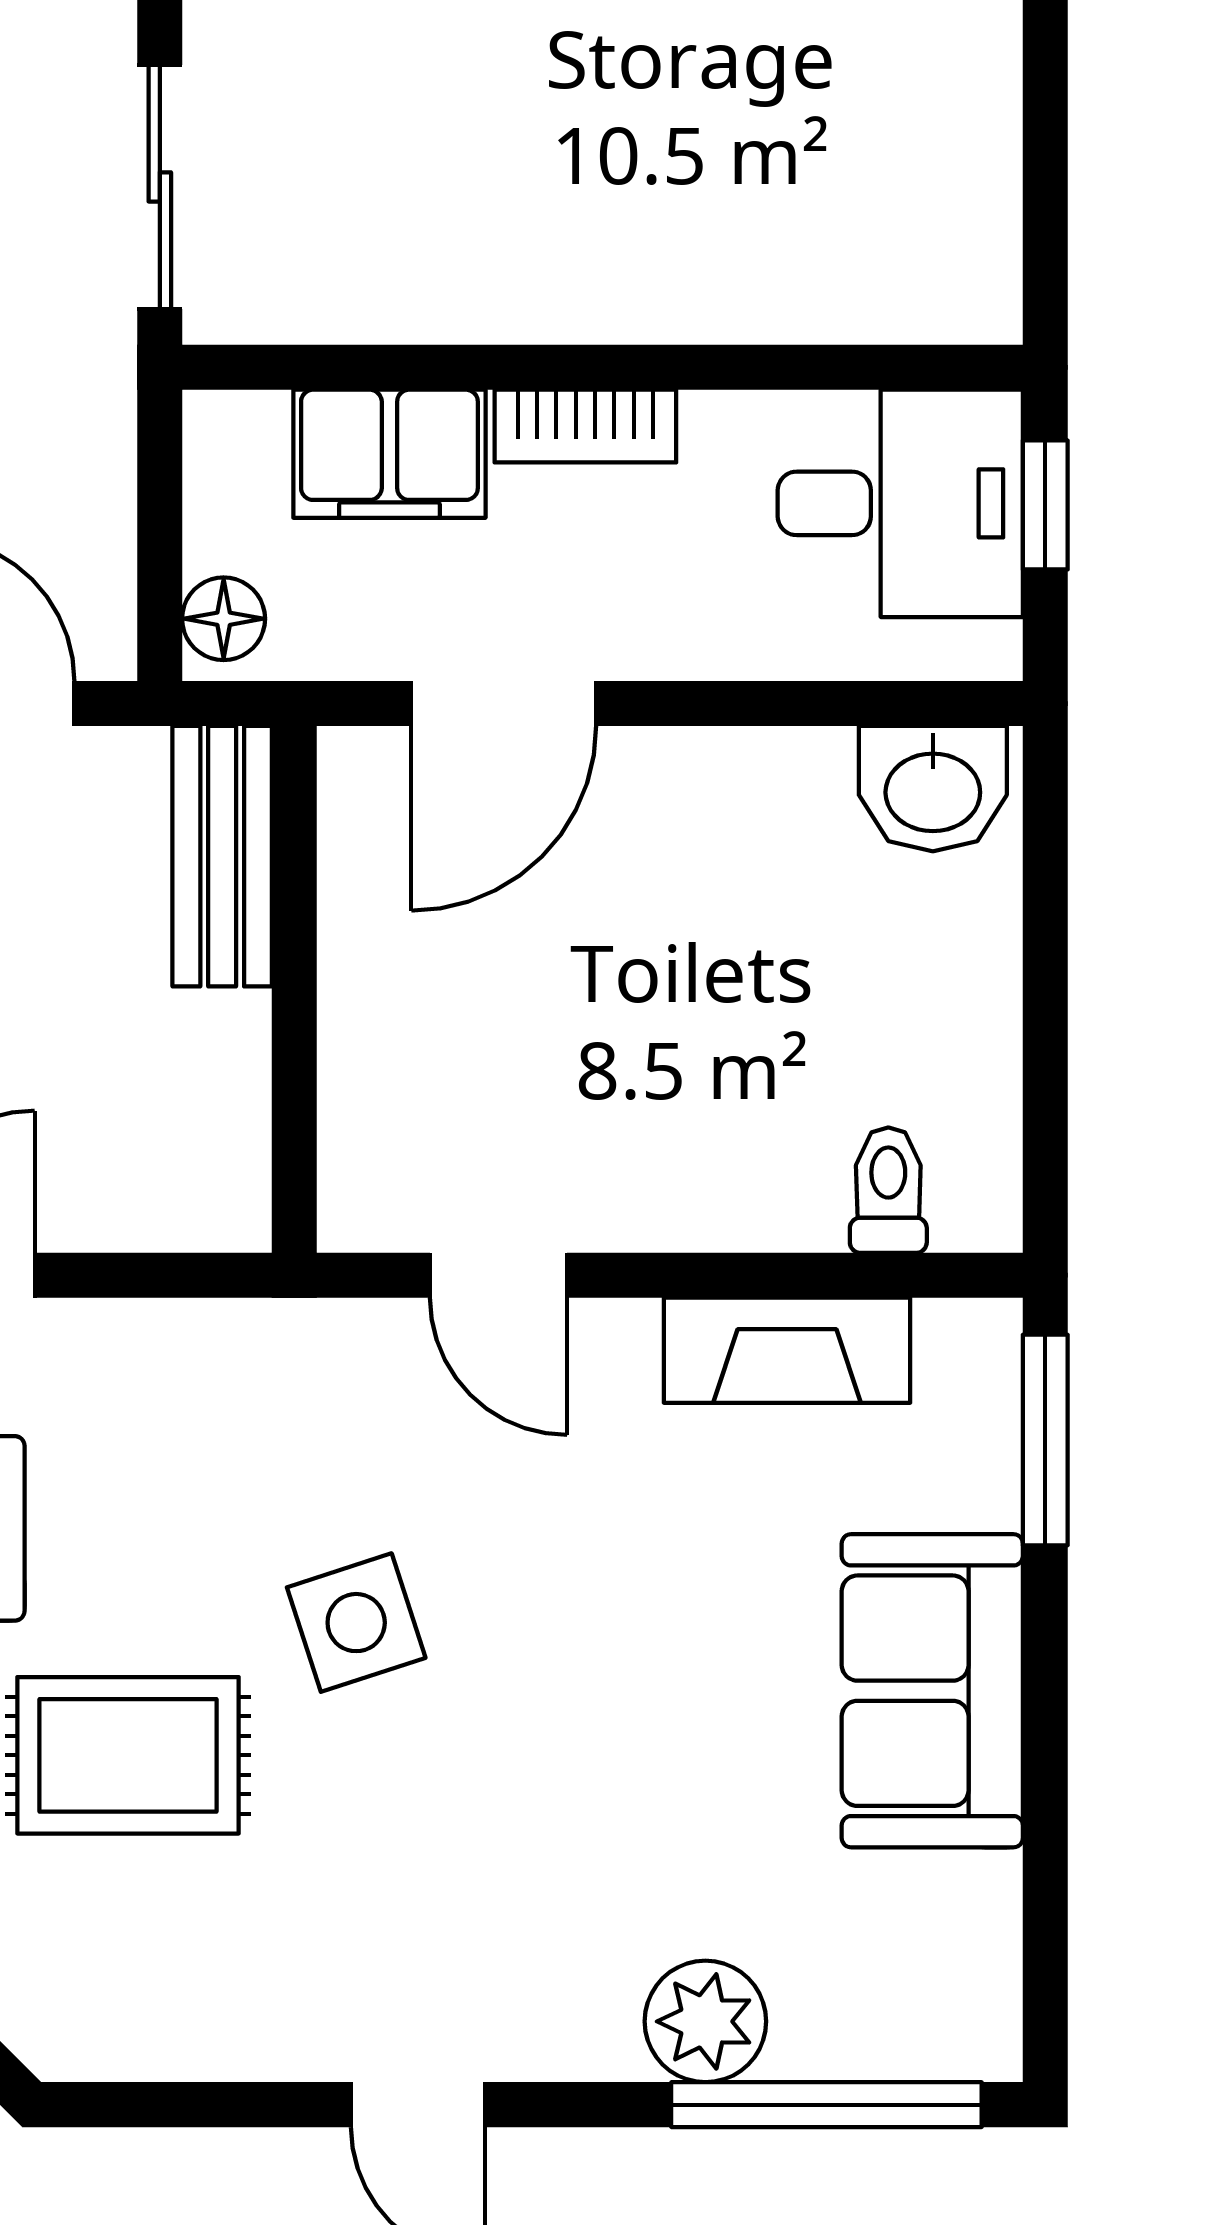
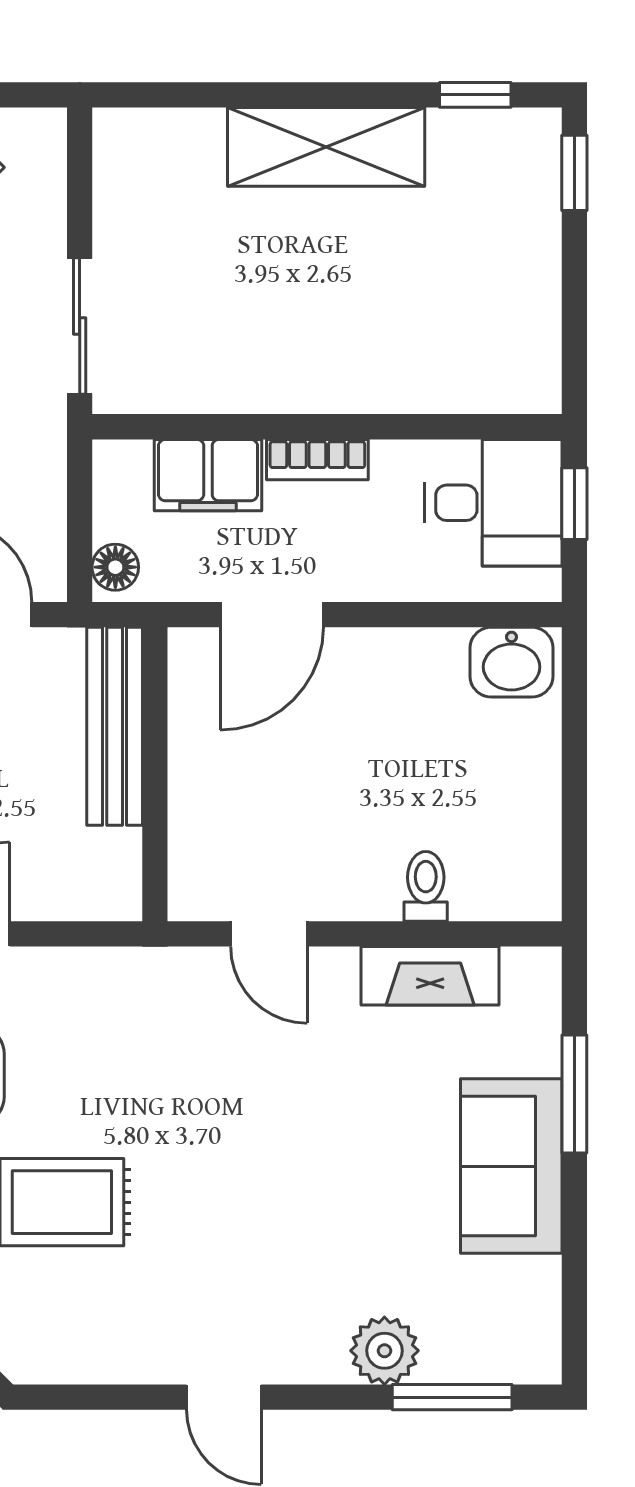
bench: (222, 856) -> (115, 726), width x1.36
toilet: (888, 1190) -> (426, 886), moved
window: (1045, 1440) -> (574, 1094), moved
side table: (356, 1623) -> (189, 1128), removed
window: (826, 2105) -> (452, 1397), width x0.69

